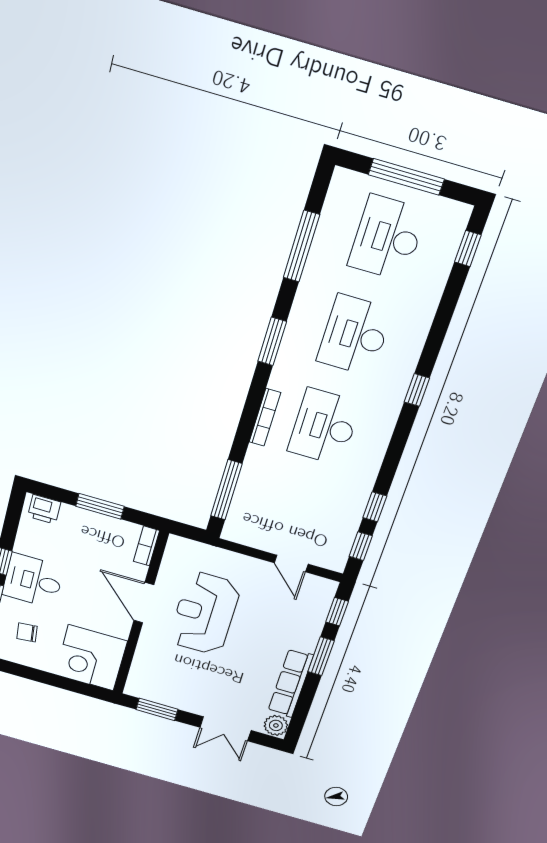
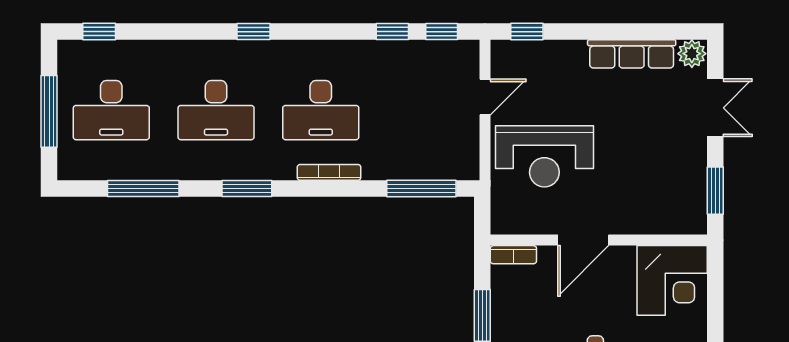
reception desk: (205, 613) -> (544, 156), moved
window: (321, 656) -> (587, 32), removed

